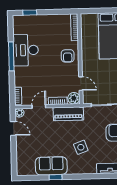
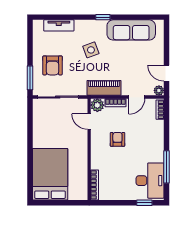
desk: (26, 50) -> (150, 181), moved
window: (11, 56) -> (166, 167), moved
armchair: (68, 56) -> (117, 139), moved
sofa: (51, 166) -> (131, 30), width x1.36
window: (56, 177) -> (103, 17), moved

